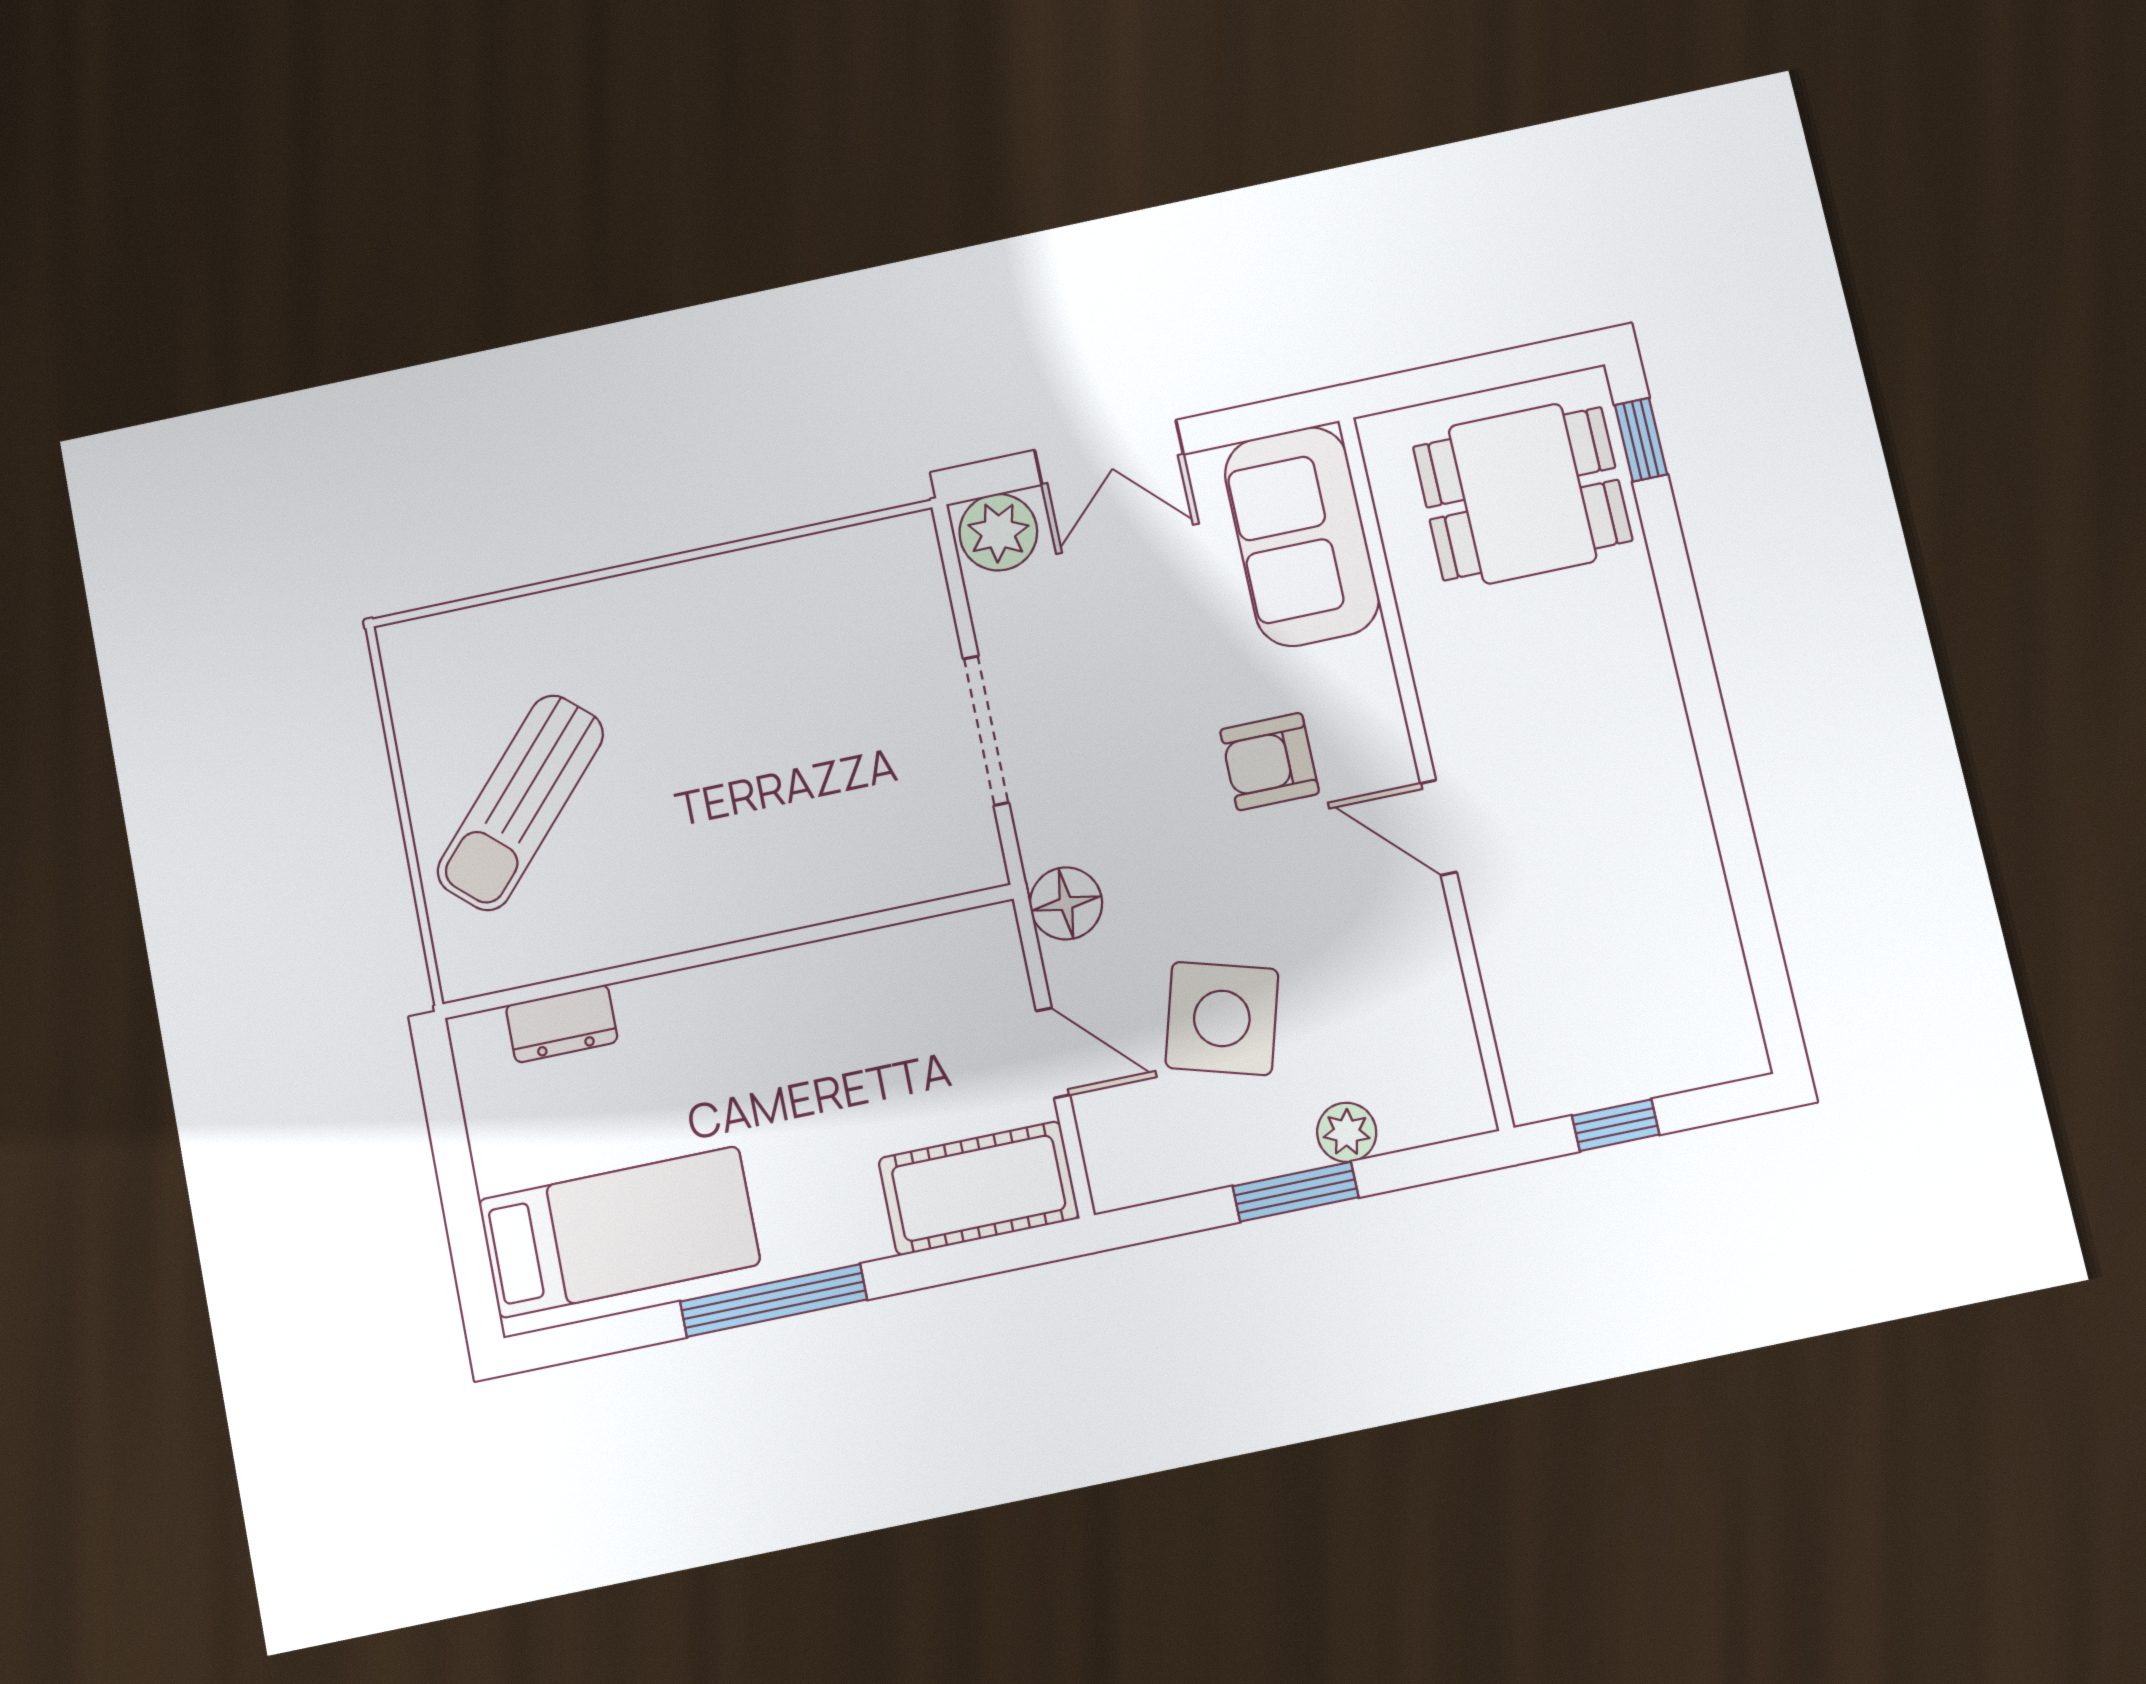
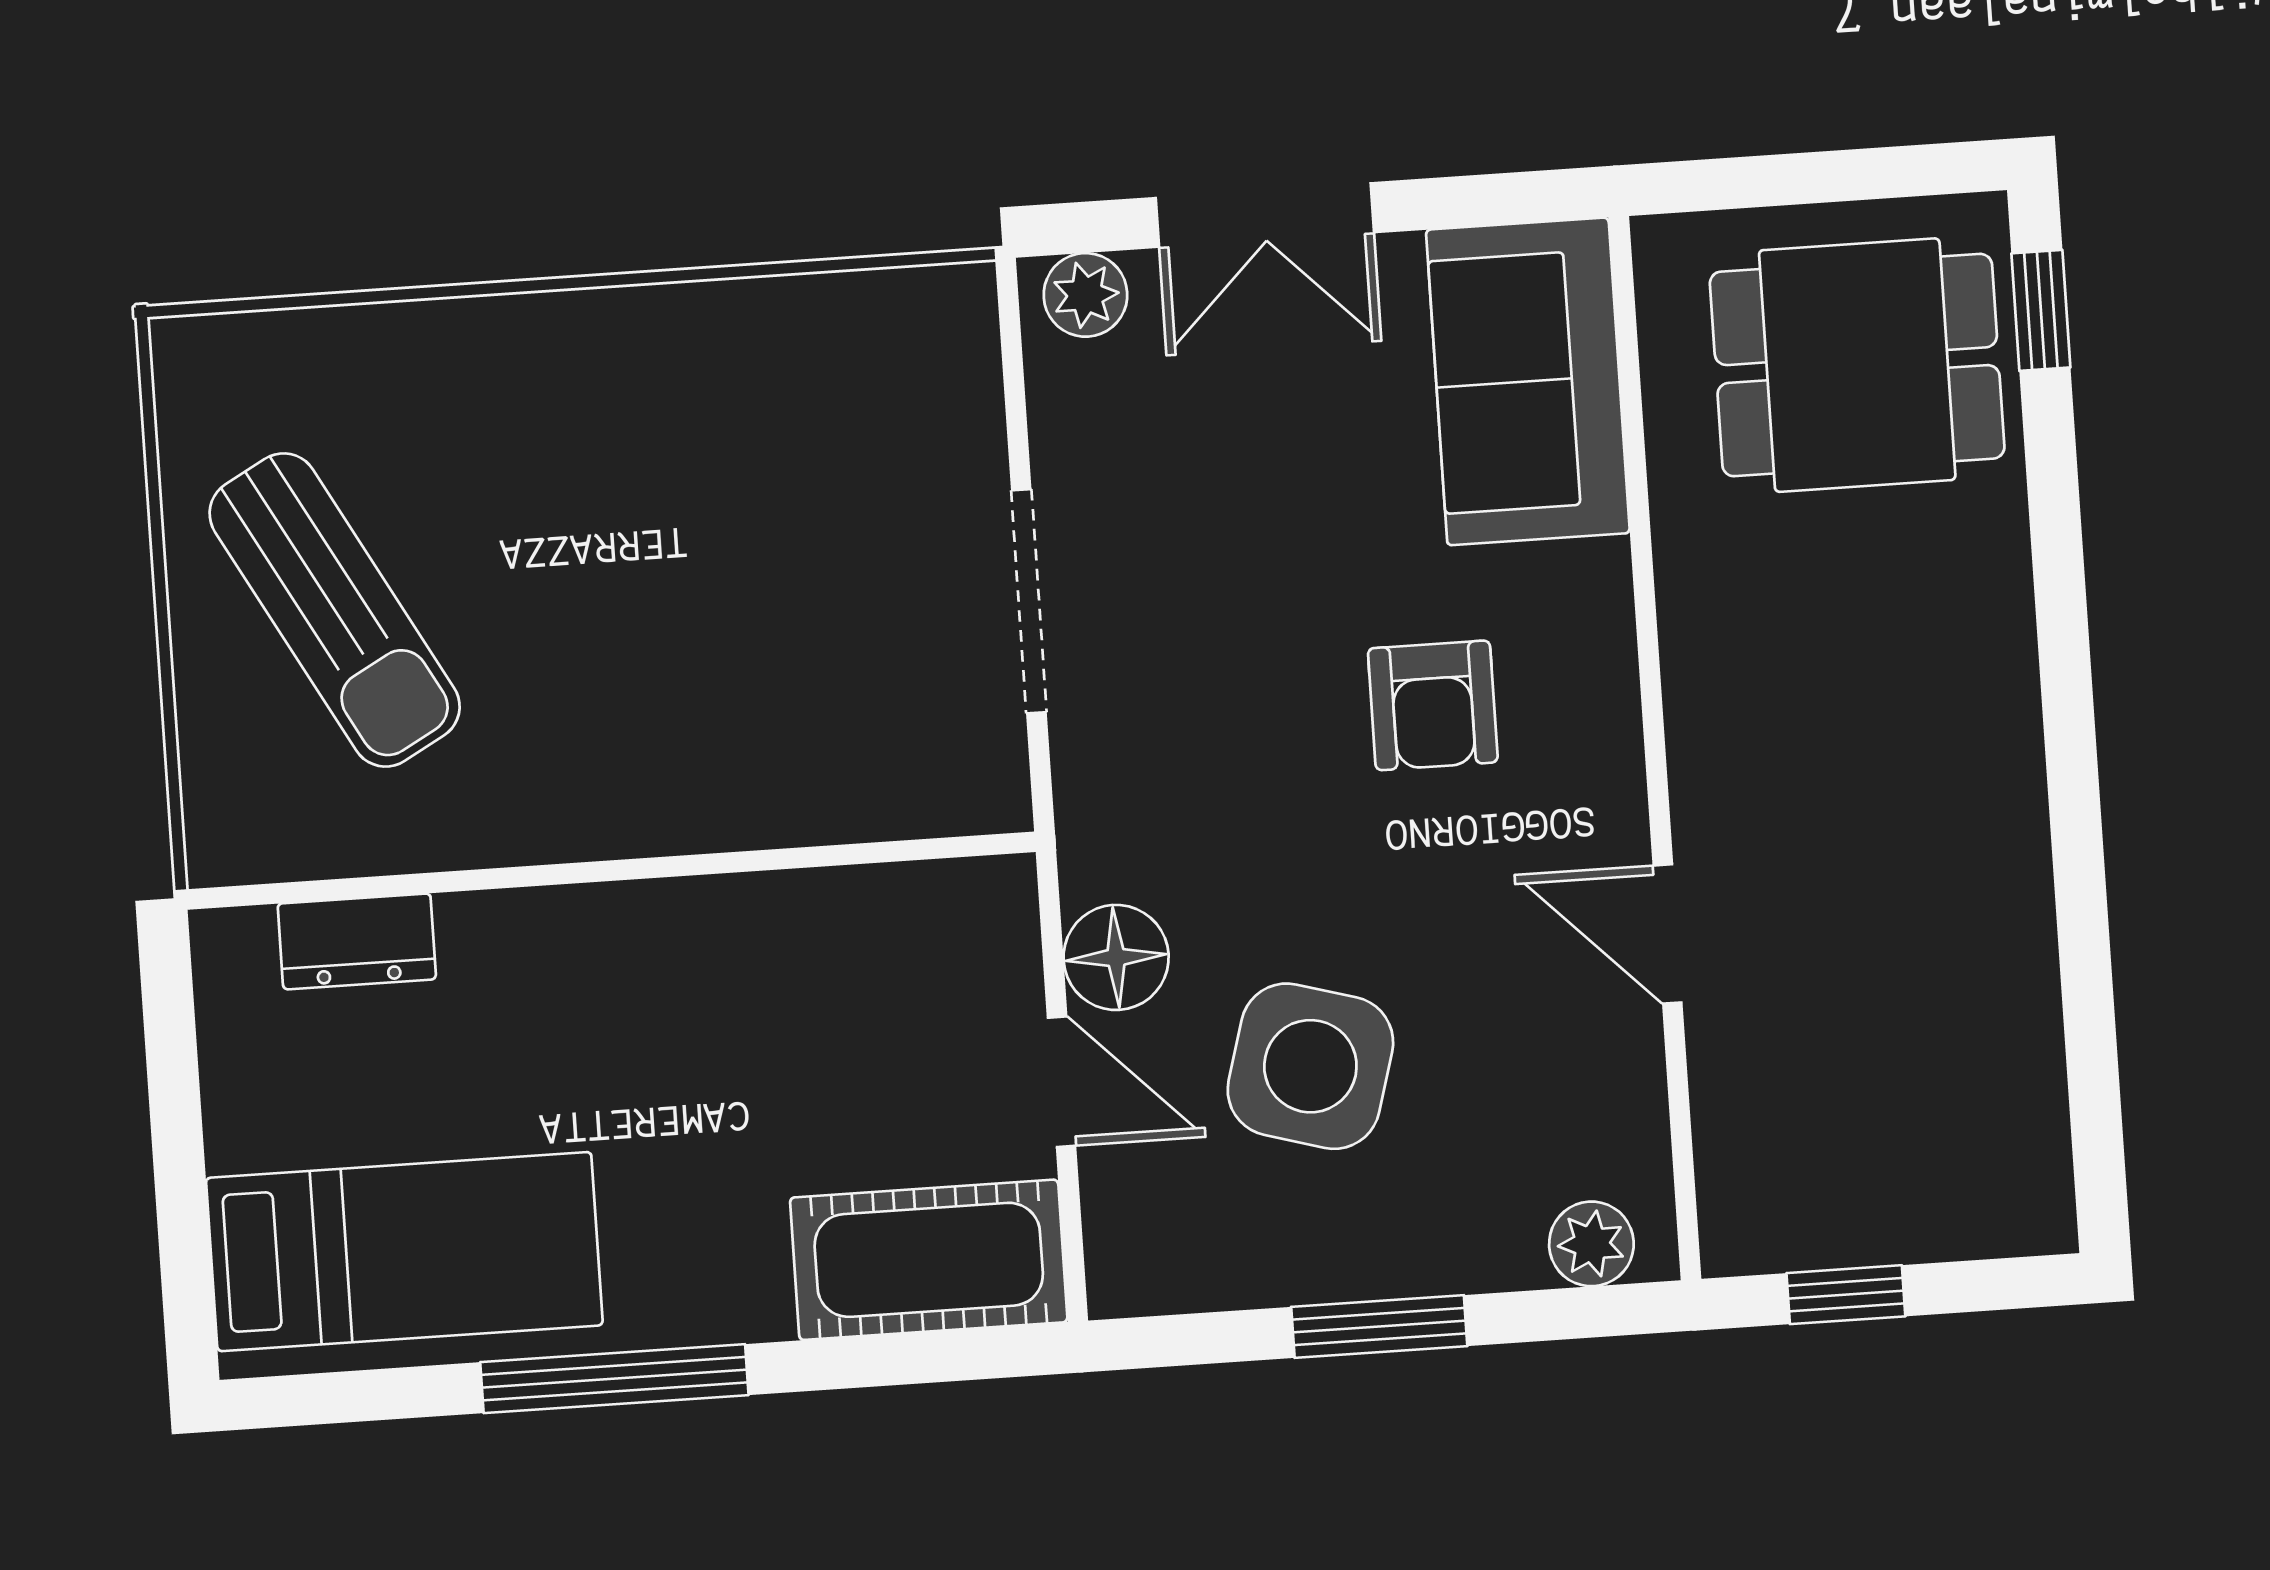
plant: (998, 532) -> (1085, 295), width x0.73, depth x0.73
armchair: (1270, 762) -> (1433, 705), turned -90
sun lounger: (520, 803) -> (335, 610), turned -71
door: (1438, 828) -> (1668, 934), moved
floor lamp: (1066, 903) -> (1116, 957), moved
plant: (1347, 1132) -> (1591, 1244), moved

